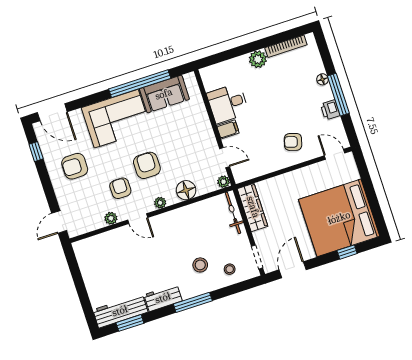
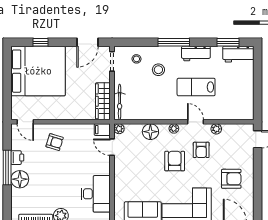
floor lamp: (322, 79) -> (20, 179), width x1.89, depth x1.89
desk: (228, 103) -> (96, 194), width x1.37
filing cabinet: (228, 129) -> (102, 130), moved
window: (36, 152) -> (258, 200), removed
armchair: (147, 165) -> (175, 161), turned 180
lab bench: (150, 259) -> (196, 87), added
workbench: (120, 311) -> (238, 54), width x0.73

